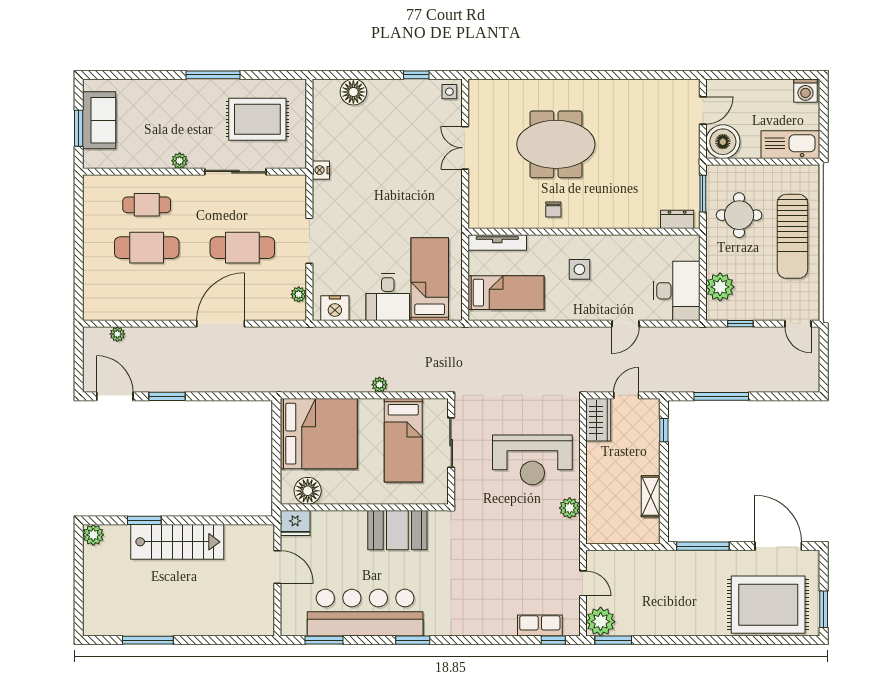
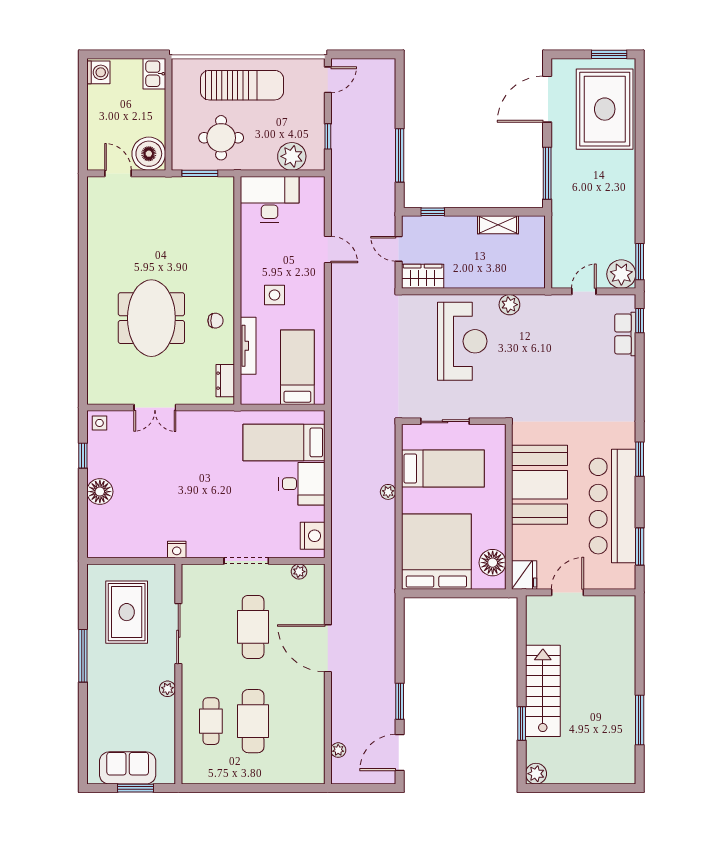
floor lamp: (353, 92) -> (100, 492), moved
kitchen sink: (790, 145) -> (154, 74), width x0.53, depth x0.81
dresser: (677, 219) -> (225, 381), moved
tv unit: (497, 243) -> (248, 346), moved
desk: (677, 291) -> (270, 199), moved
booth: (397, 530) -> (540, 485), width x1.36, depth x1.42

